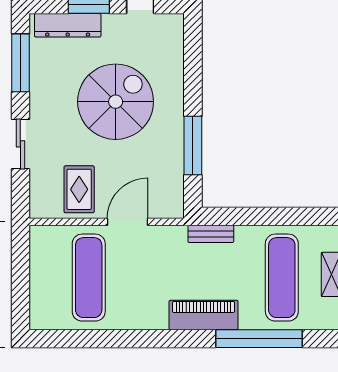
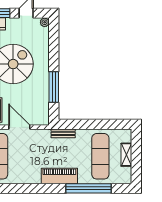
plant: (175, 22) -> (45, 22), added
door: (127, 222) -> (19, 127), hinge flipped

